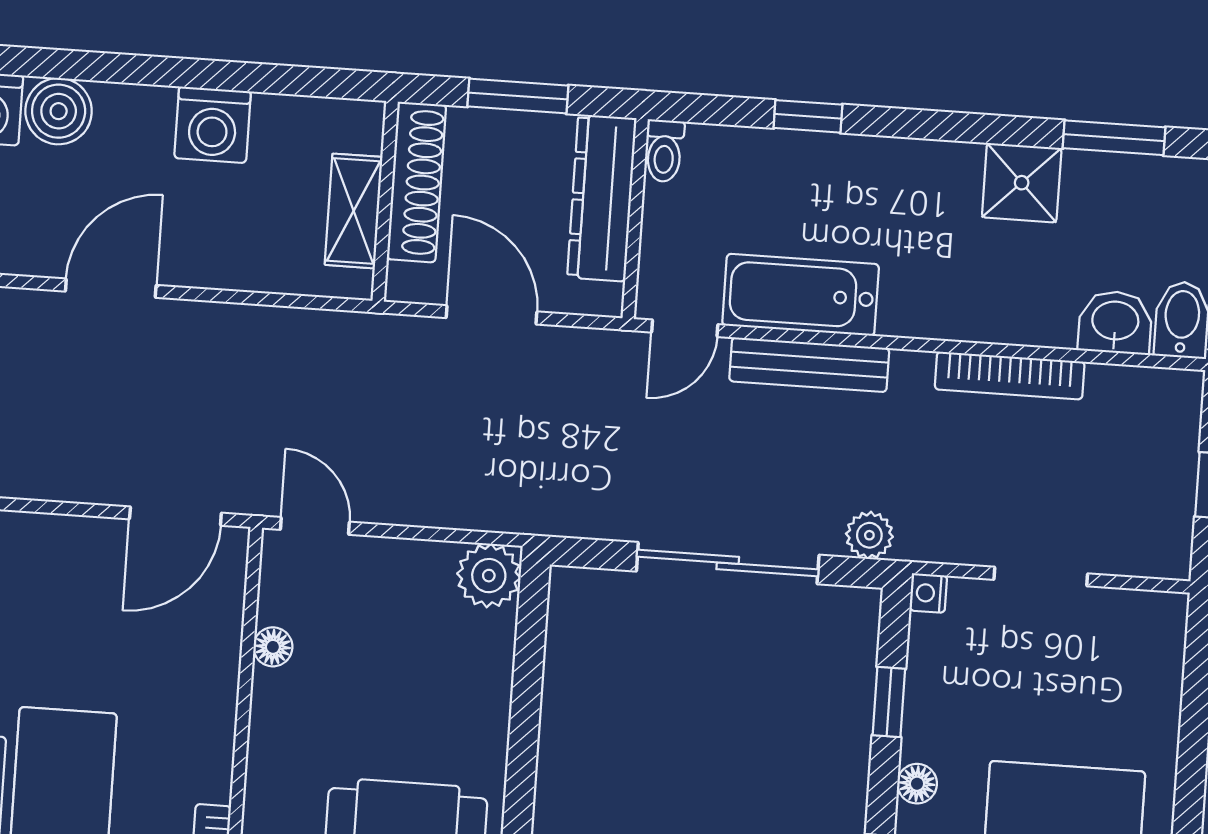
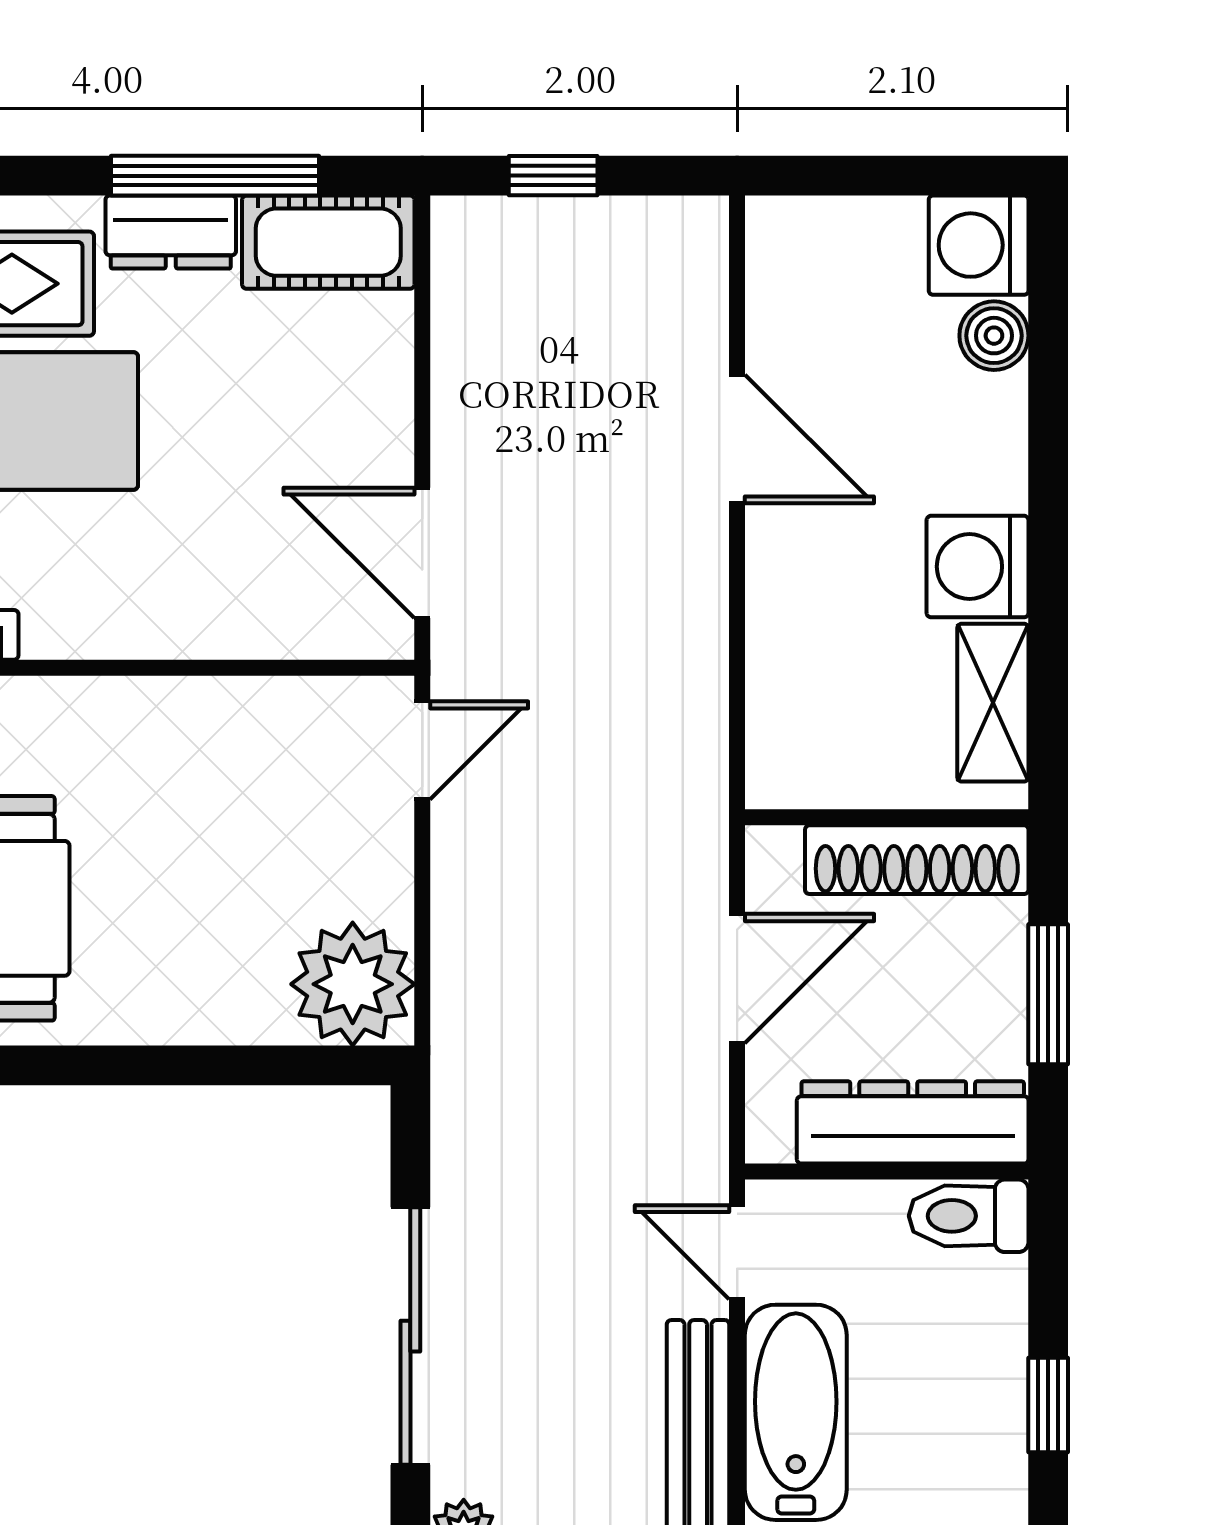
boiler: (59, 111) -> (994, 336), width x0.73, depth x0.73
toilet: (664, 151) -> (969, 1216), width x1.37, depth x1.39
shelving: (354, 211) -> (993, 703), moved, turned 90
plant: (489, 576) -> (353, 984), width x1.36, depth x1.36
floor lamp: (273, 647) -> (247, 703), removed

